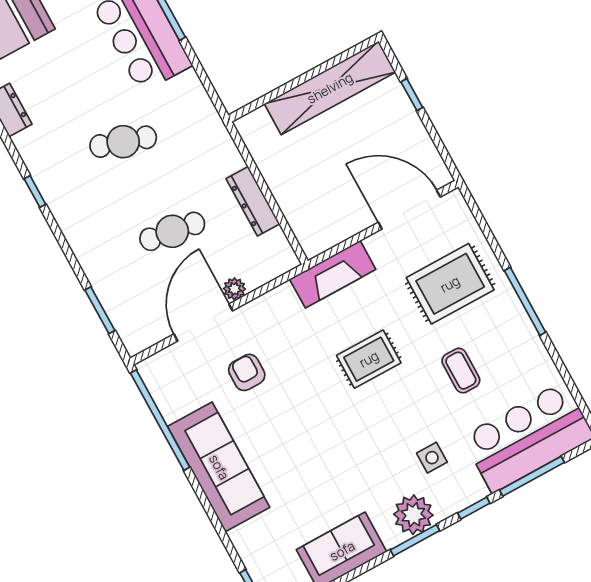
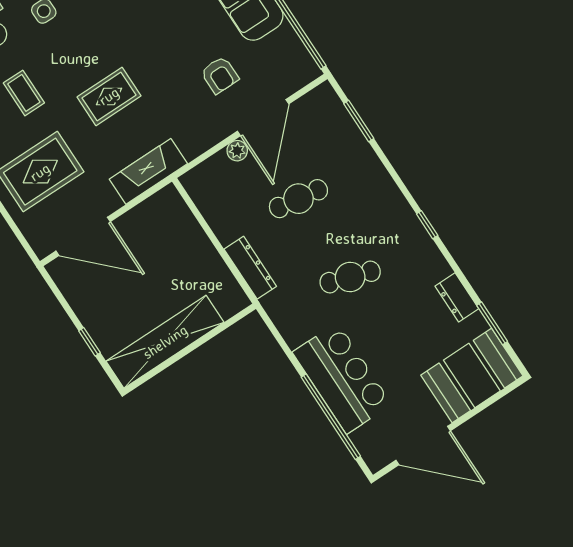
dresser: (253, 201) -> (250, 268), moved

